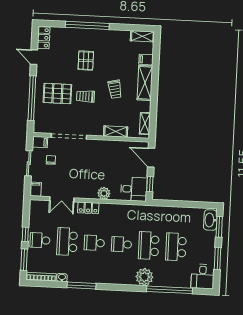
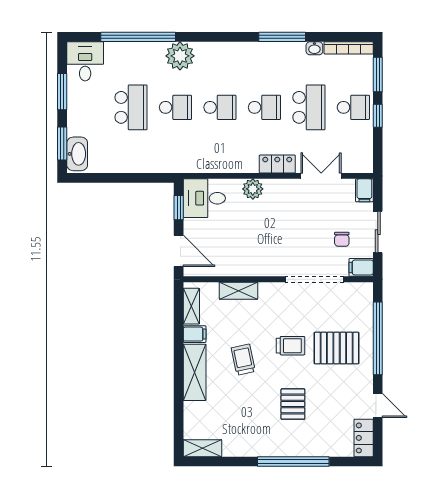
filing cabinet: (146, 60) -> (195, 334), moved
school desk: (149, 246) -> (175, 107), width x0.54

